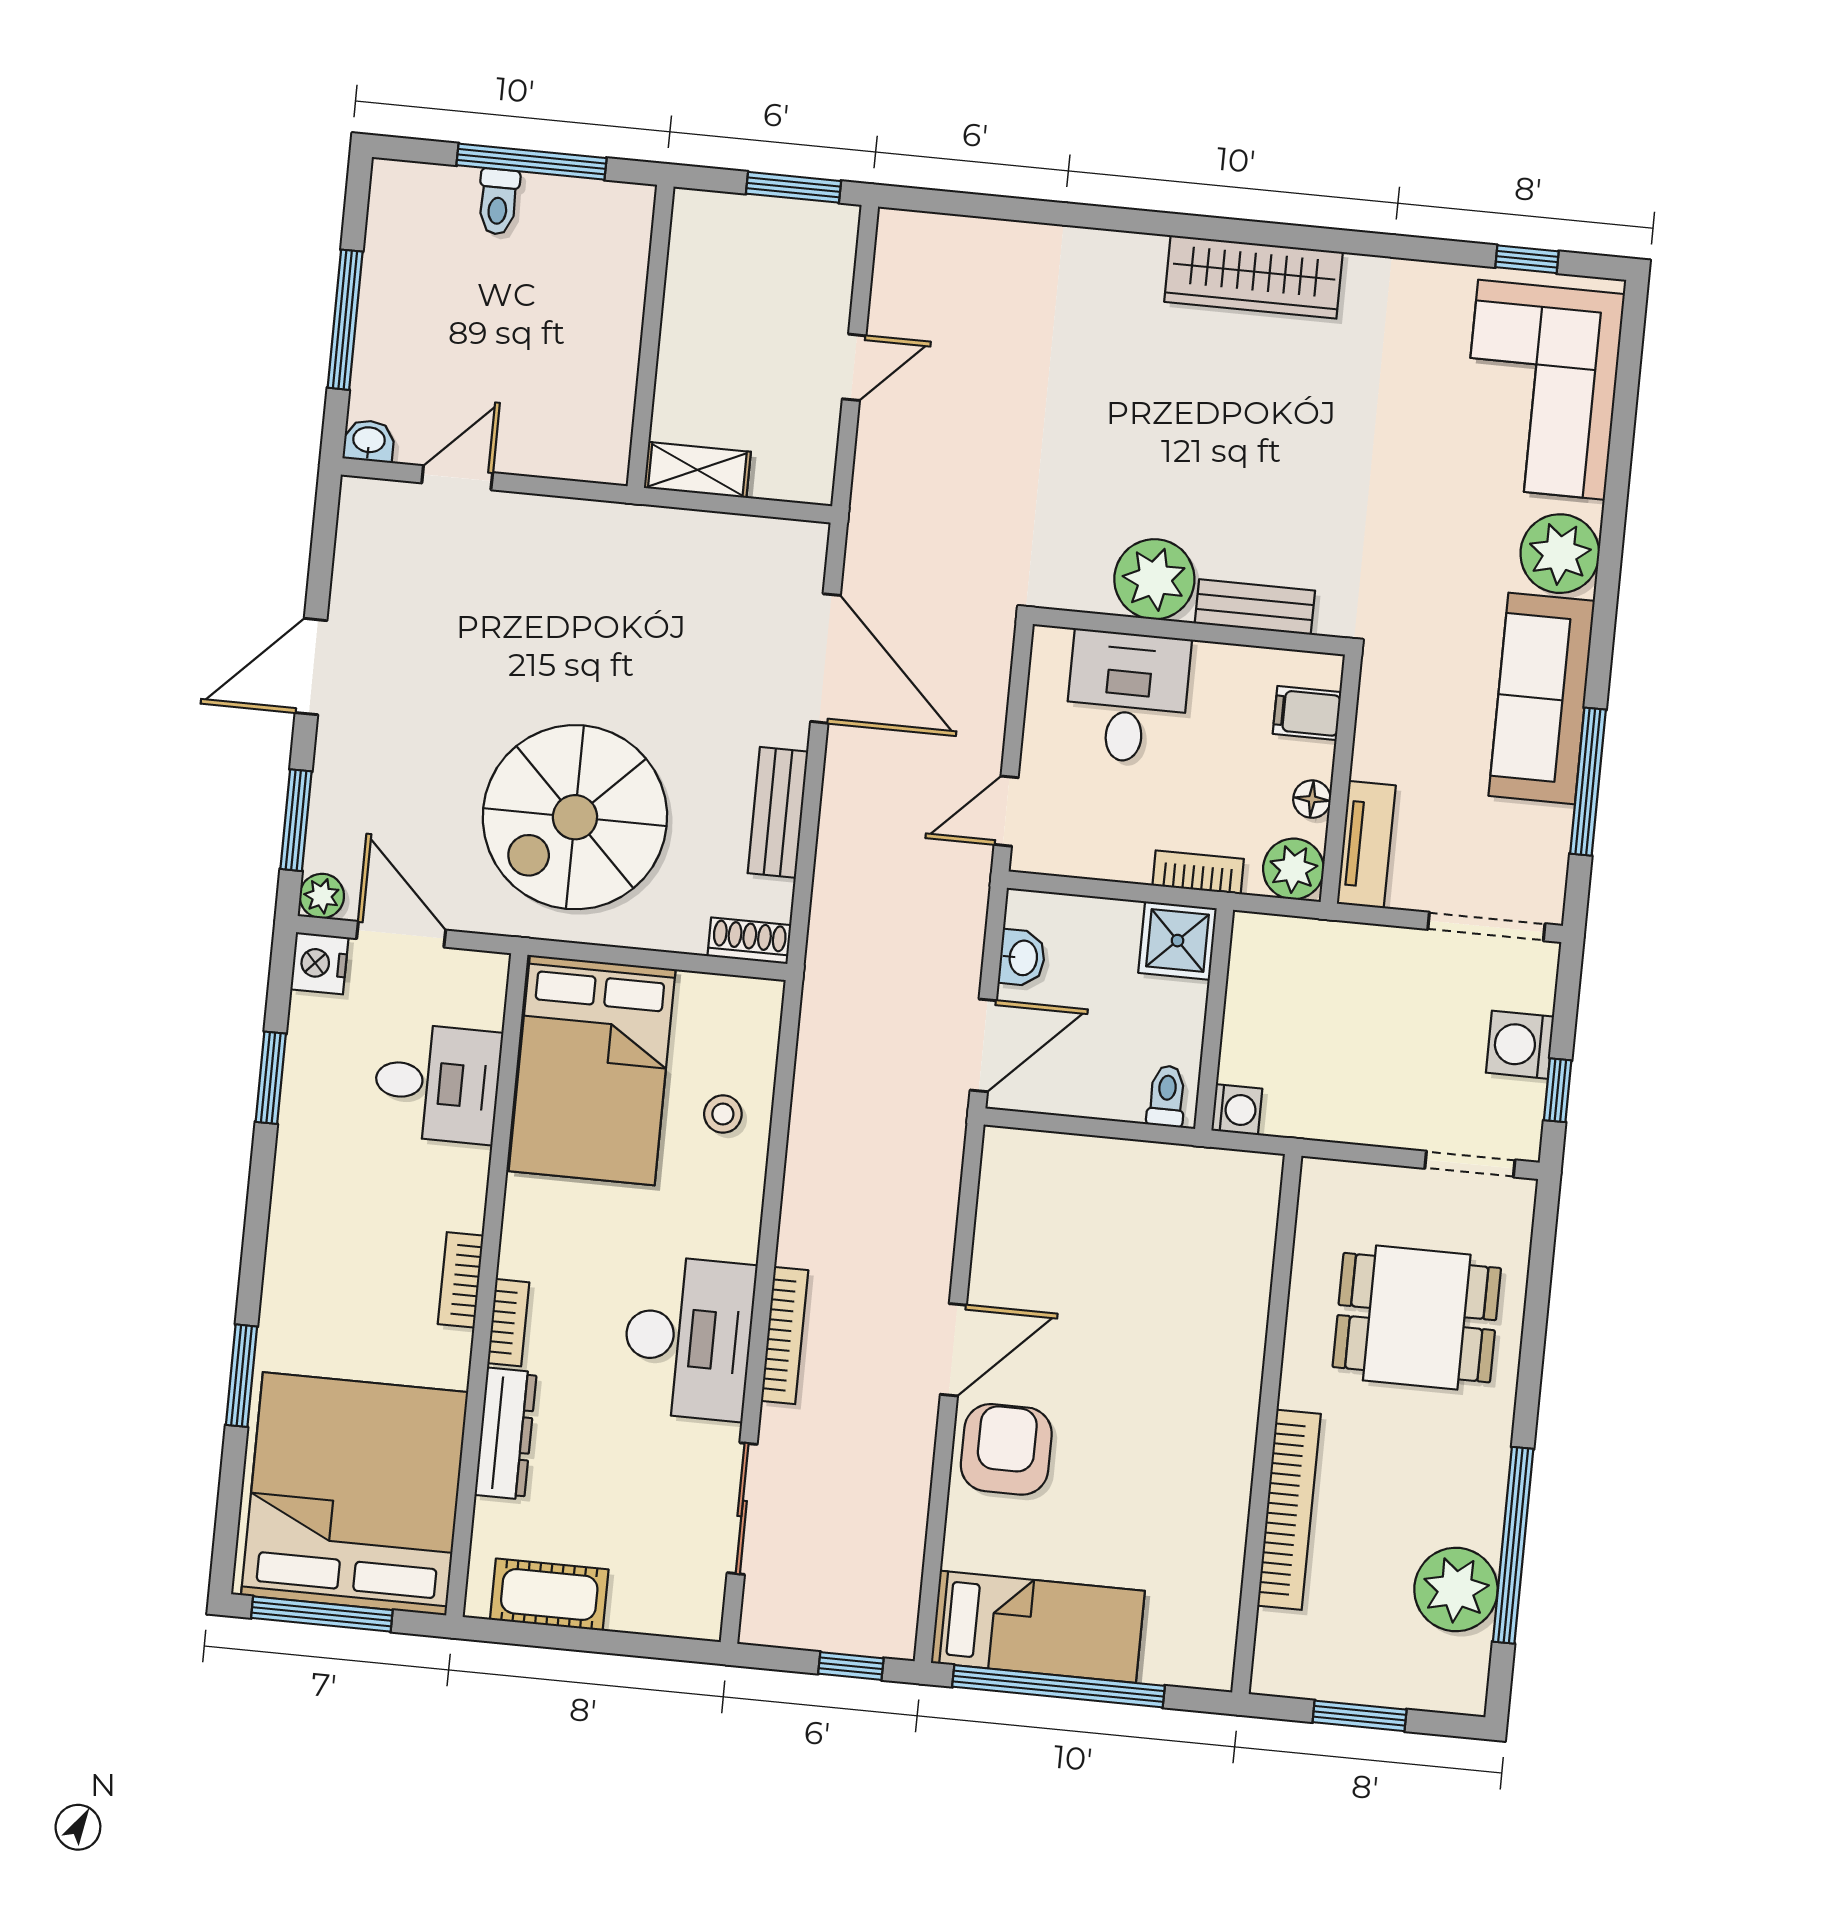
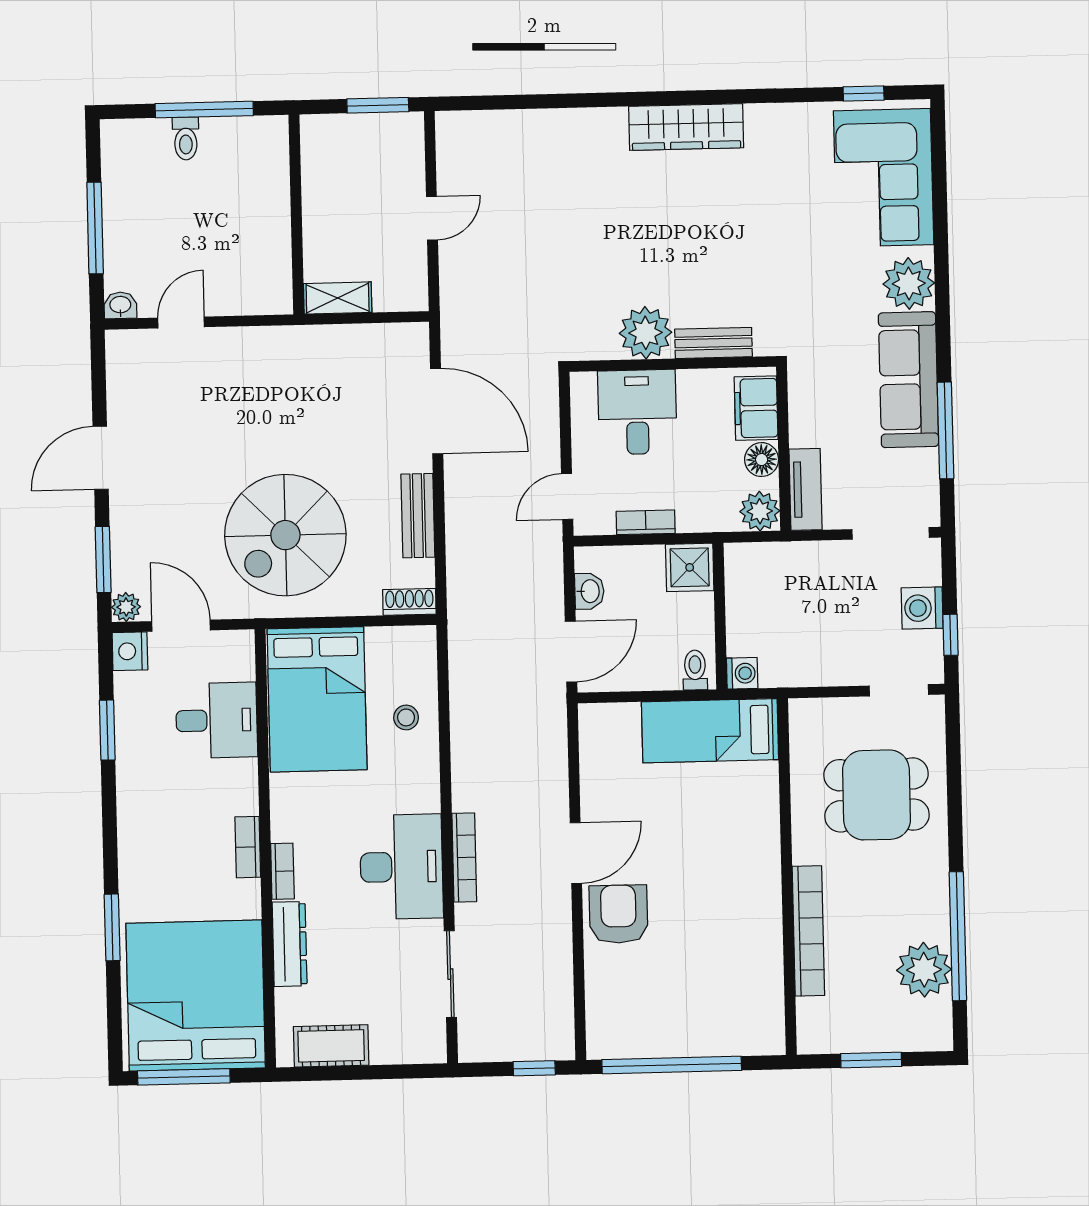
filing cabinet: (1307, 713) -> (756, 408), width x2.00
floor lamp: (1312, 799) -> (762, 460), width x1.37, depth x1.37
bookcase: (1198, 872) -> (646, 522), moved
bed: (1038, 1627) -> (710, 731), moved, turned 180

